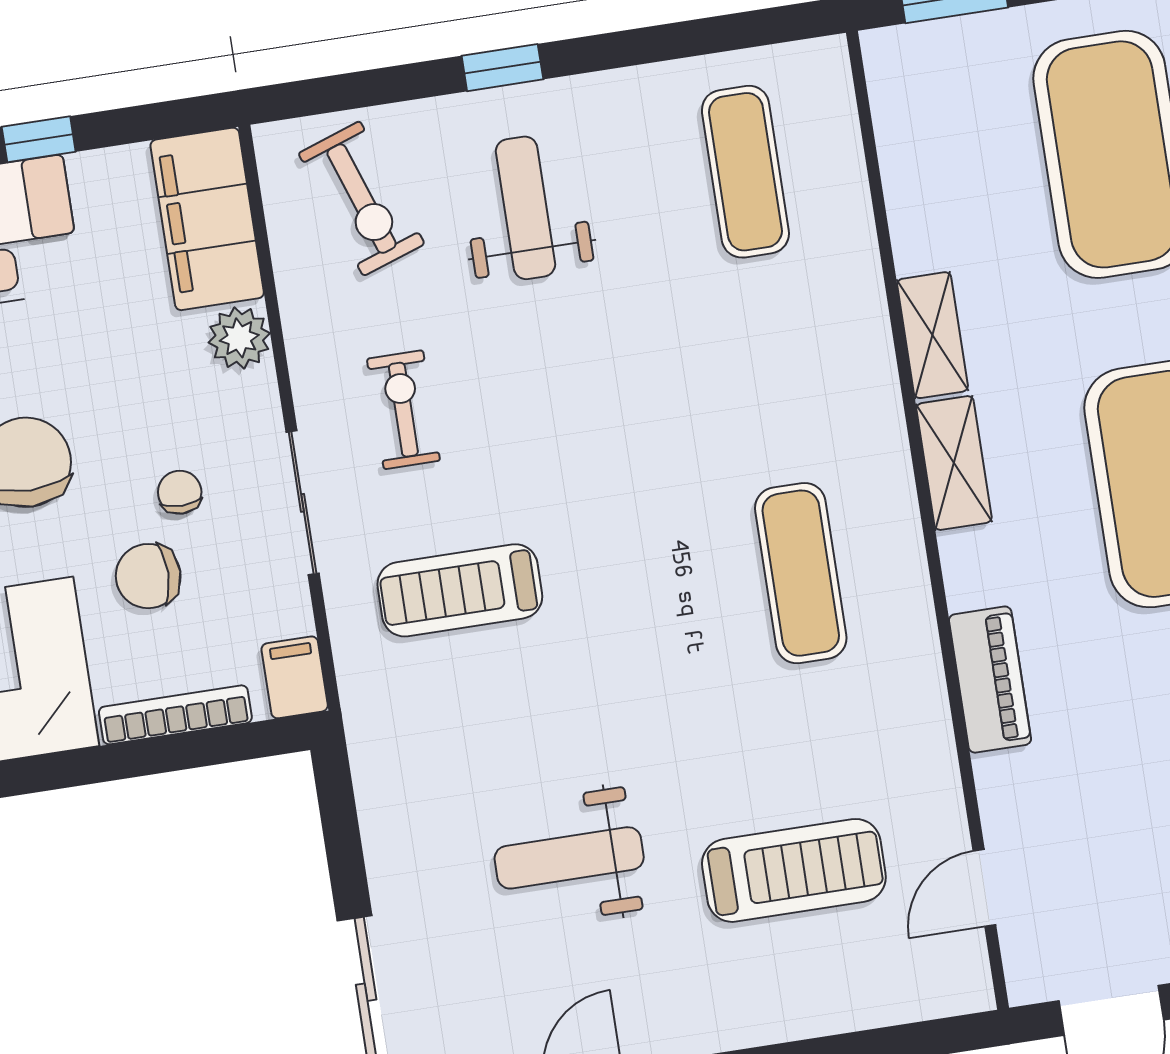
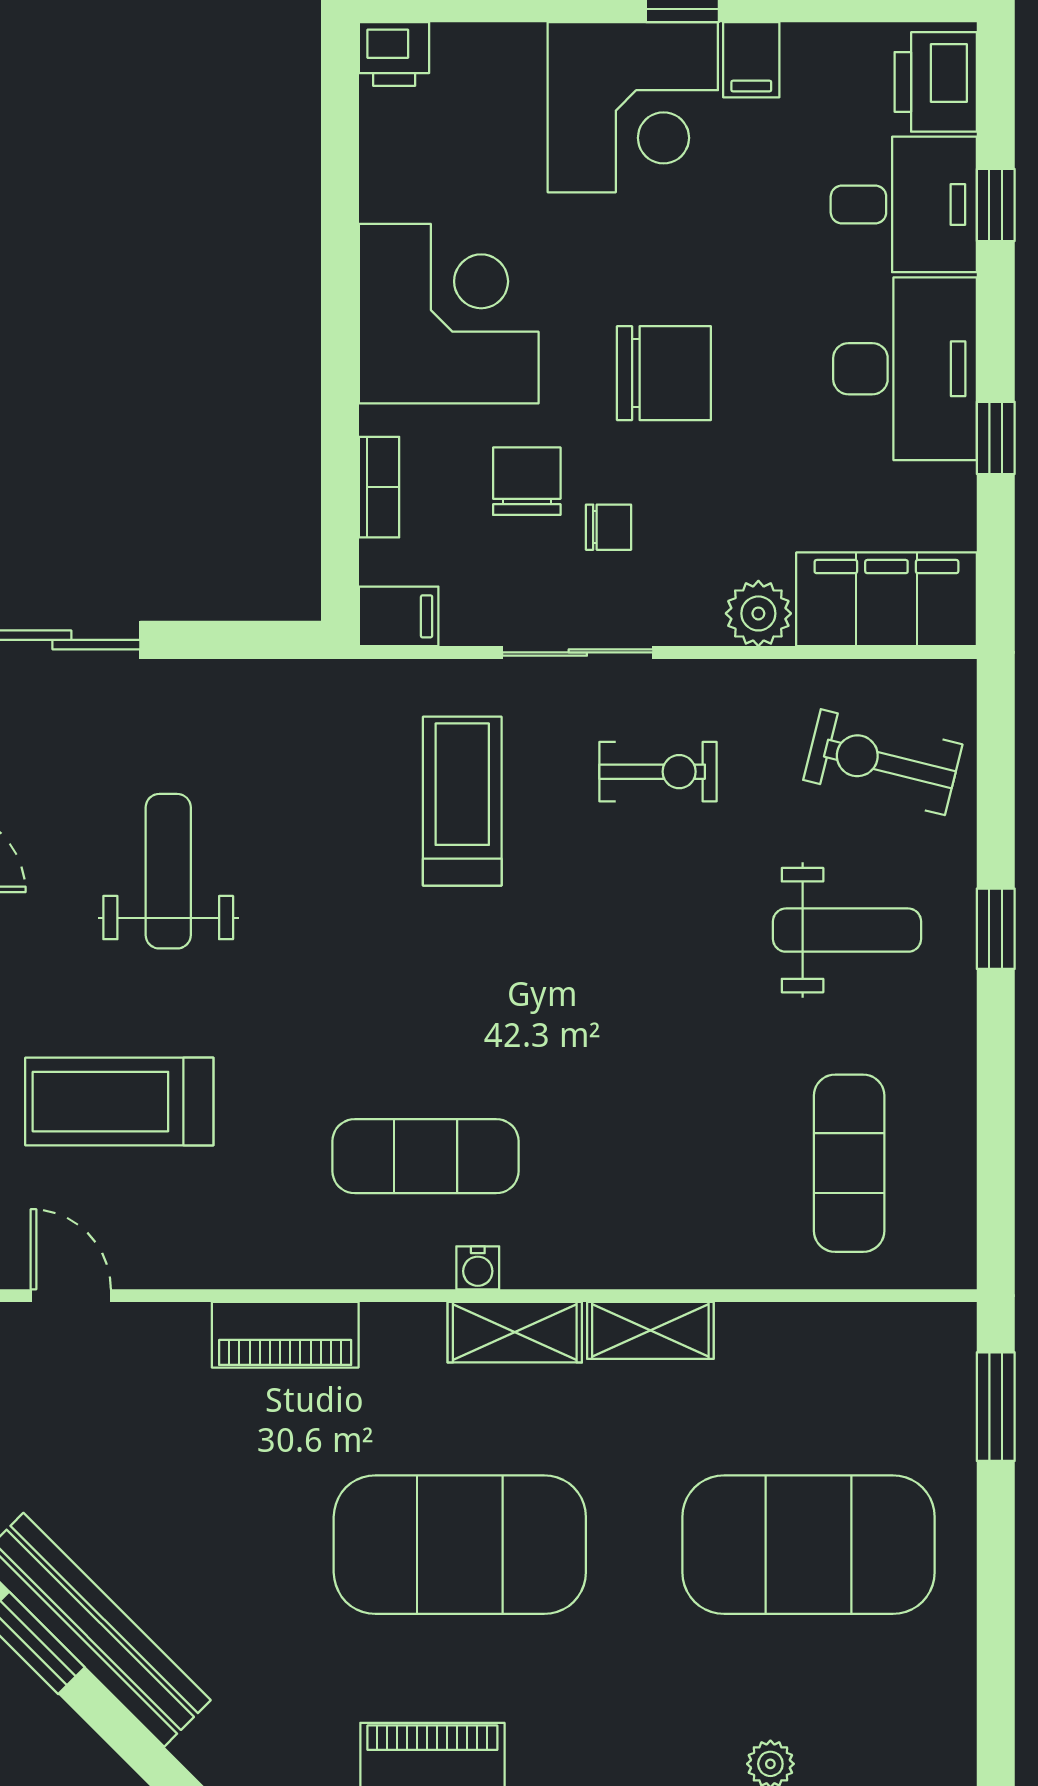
exercise mat: (745, 172) -> (849, 1163), turned 90
exercise bike: (362, 199) -> (883, 762), turned 33
water cooler: (899, 507) -> (478, 1268), added
bookcase: (175, 715) -> (379, 487), width x0.64
treadmill: (794, 870) -> (119, 1102), turned 90

